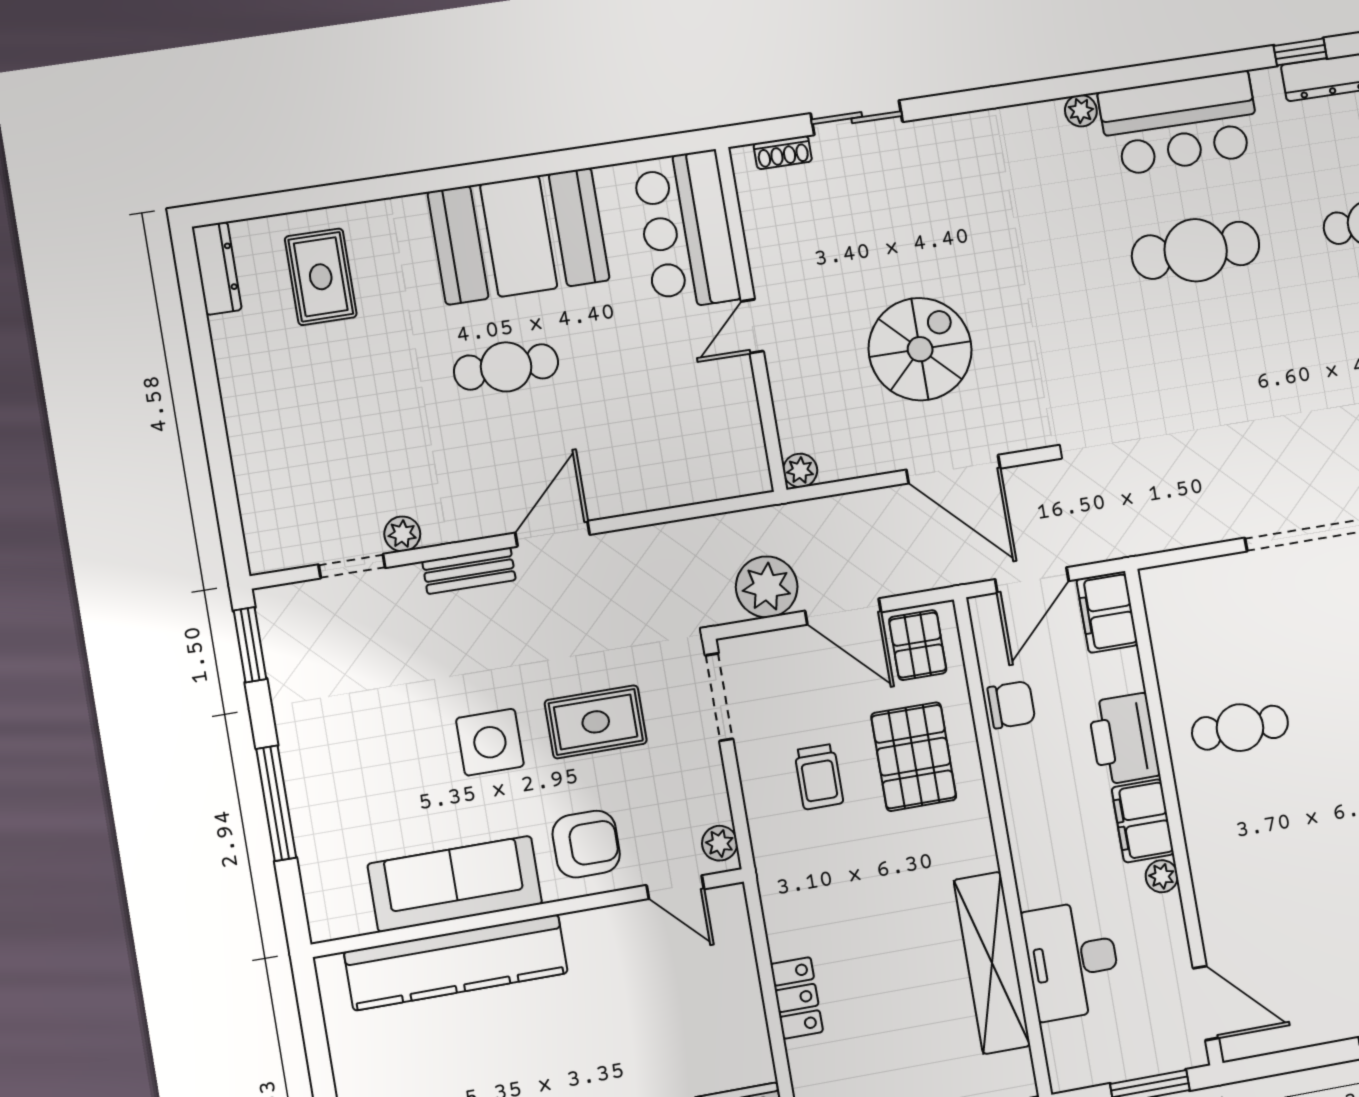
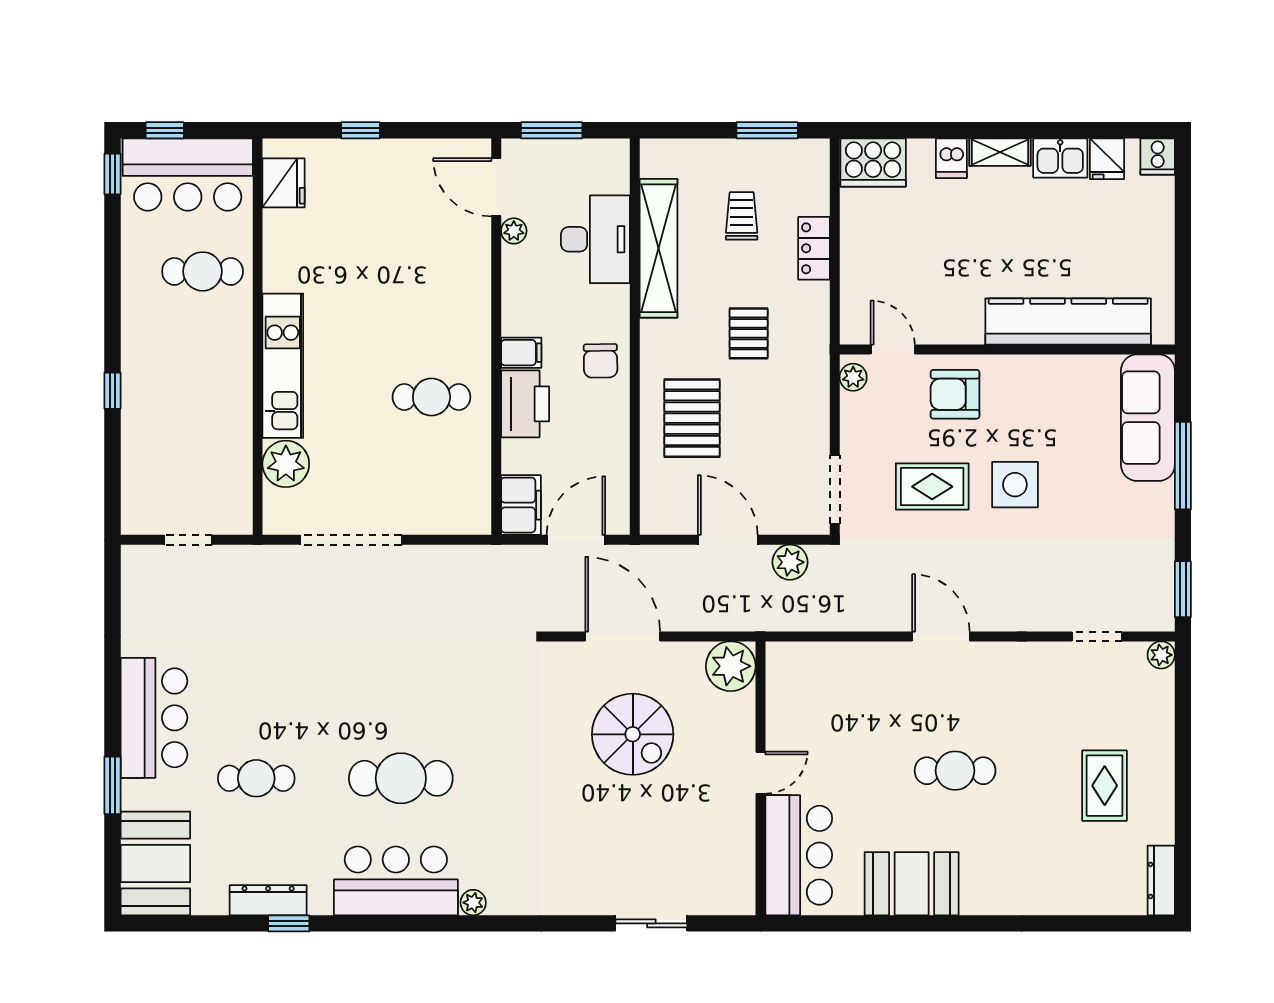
shoe rack: (783, 152) -> (714, 905), removed
booth: (519, 236) -> (912, 884), width x0.73, depth x0.70
rug: (321, 277) -> (1105, 786), moved
spiral stairs: (920, 349) -> (633, 734), turned -90
plant: (800, 470) -> (731, 666), width x1.87, depth x1.87
plant: (402, 534) -> (1161, 655), moved
door: (553, 534) -> (941, 636), swing flipped
bench: (469, 571) -> (1009, 619), removed
plant: (767, 587) -> (790, 562), width x0.73, depth x0.73
pallet: (918, 645) -> (749, 333), moved
chair: (1011, 705) -> (601, 361), moved, turned -91
trolley: (819, 777) -> (742, 216), moved
filing cabinet: (1143, 821) -> (521, 353), width x0.50
plant: (1162, 876) -> (514, 231), moved
sofa: (455, 884) -> (1148, 418), moved, turned 90

